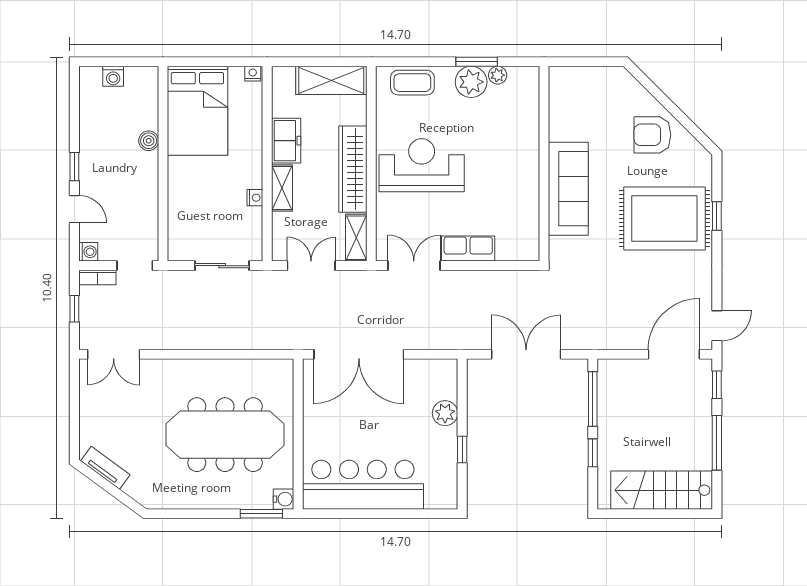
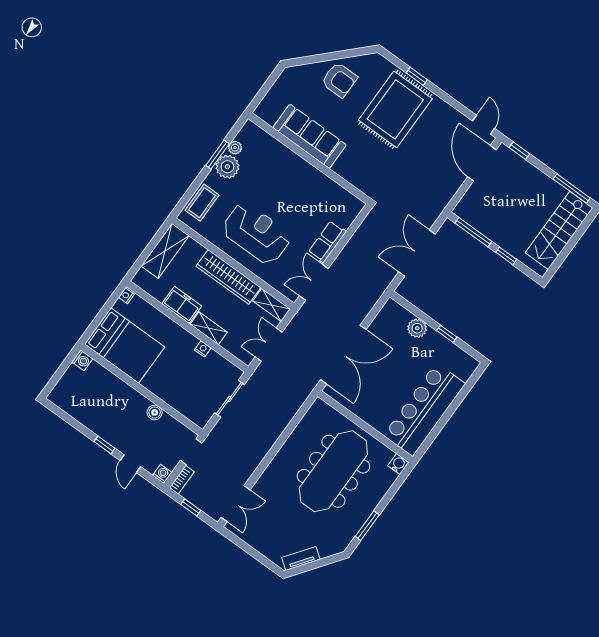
washing machine: (113, 76) -> (82, 360), moved
armchair: (652, 135) -> (339, 80), turned -90
boiler: (149, 141) -> (155, 412), moved
reception desk: (422, 165) -> (256, 233), turned 90
sofa: (568, 189) -> (310, 136), moved
door: (74, 209) -> (130, 464), swing flipped
window: (717, 443) -> (572, 188), moved
window: (261, 514) -> (367, 526), moved

